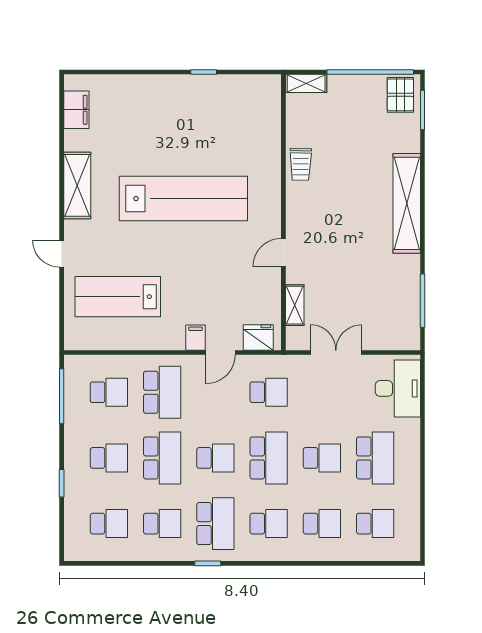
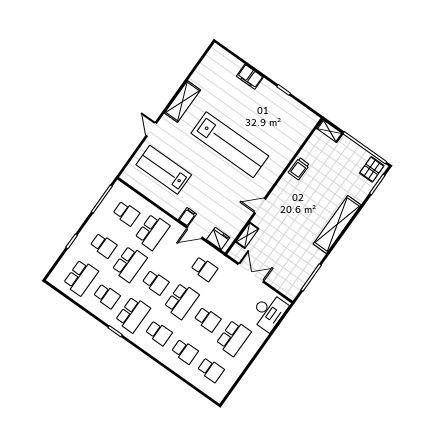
filing cabinet: (76, 110) -> (250, 77), moved, turned 90
school desk: (109, 524) -> (81, 278), width x1.85

